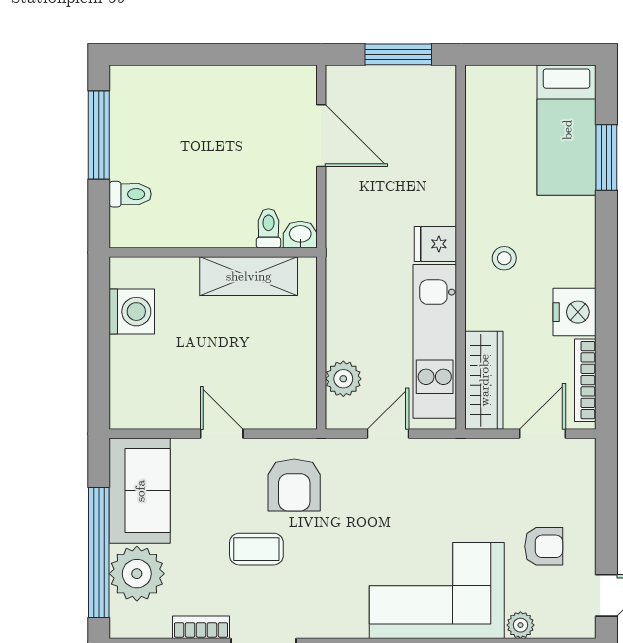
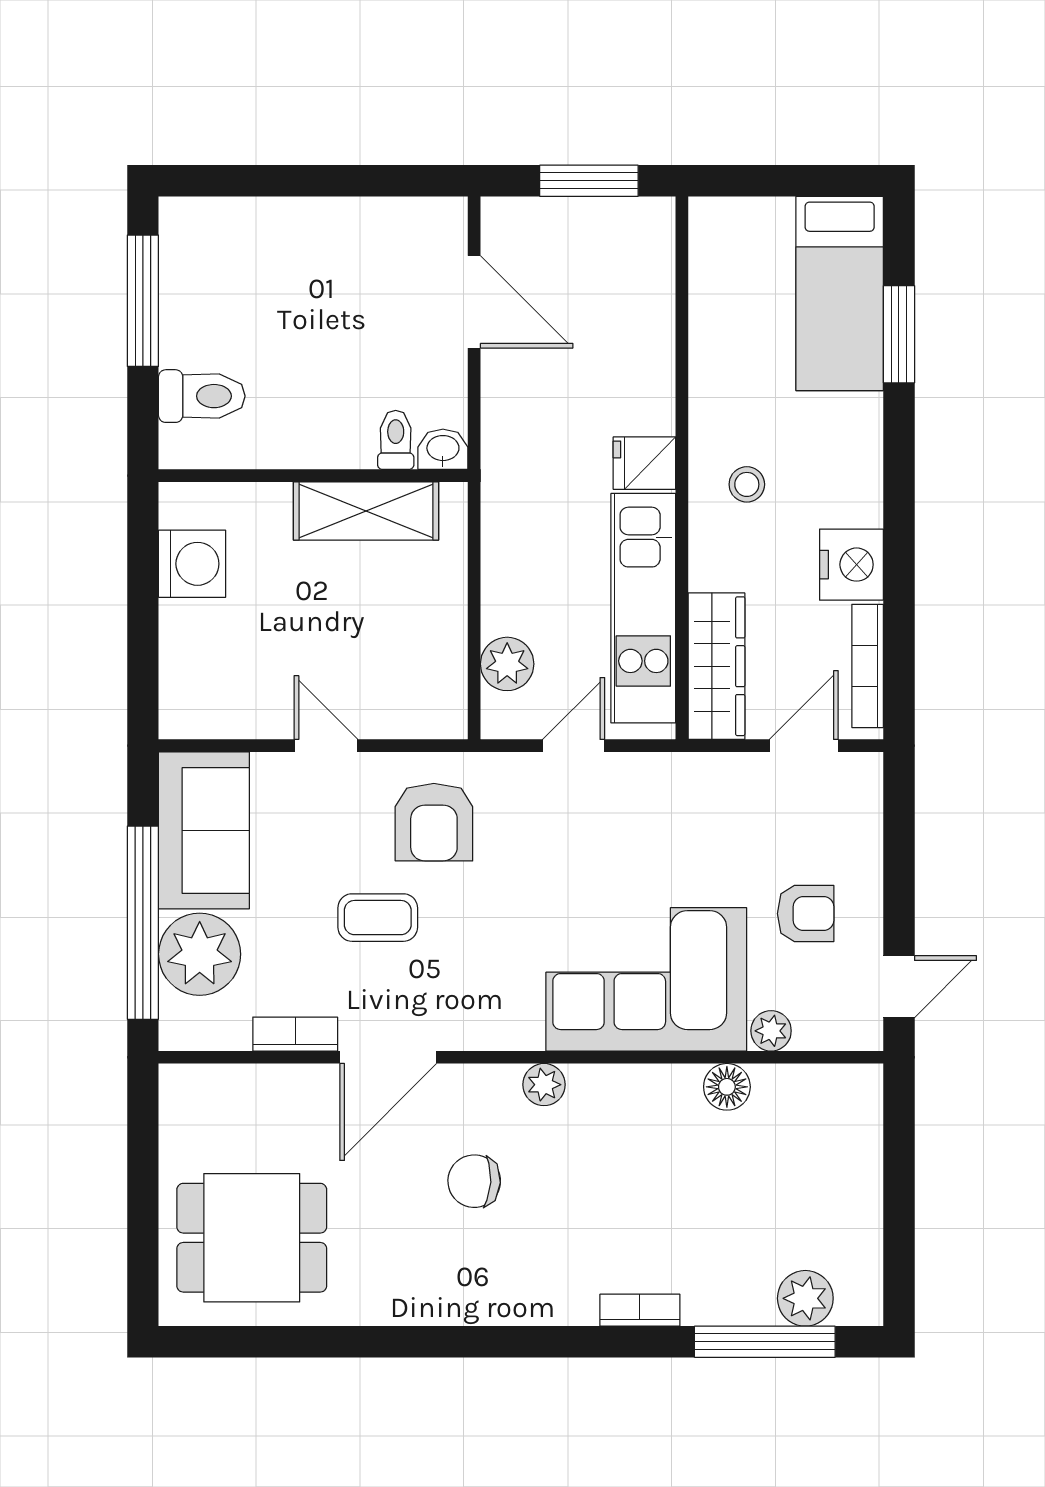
toilet: (130, 194) -> (202, 396), width x1.37, depth x1.39

